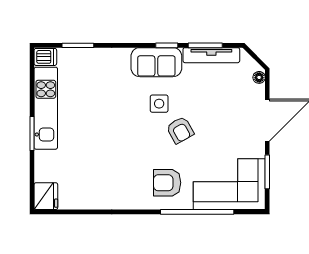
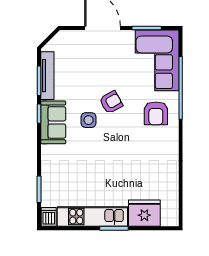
floor lamp: (259, 77) -> (66, 35), removed
fridge: (46, 196) -> (144, 213), moved, width x1.36, depth x1.34

